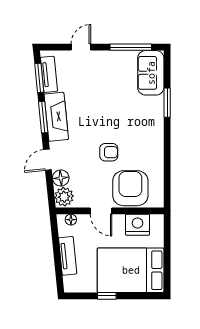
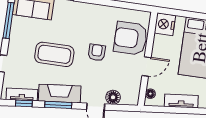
window: (39, 78) -> (24, 103), width x0.67
coffee table: (100, 104) -> (54, 54), added
plant: (64, 197) -> (130, 97), removed
nightstand: (137, 225) -> (165, 24), moved

